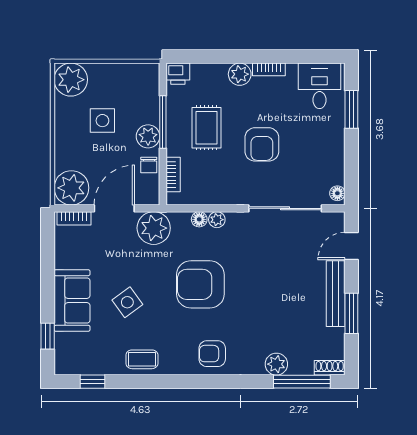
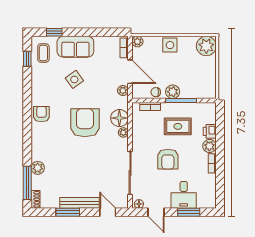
printer: (178, 74) -> (210, 131), moved
desk: (320, 86) -> (184, 195), moved, turned 90
side table: (102, 121) -> (170, 45), moved
armchair: (262, 144) -> (168, 159), turned -90
door: (351, 164) -> (156, 212), added
plant: (71, 188) -> (137, 42), width x0.53, depth x0.53
floor lamp: (199, 219) -> (119, 118), width x1.89, depth x1.89
plant: (154, 228) -> (123, 91), width x0.53, depth x0.53
armchair: (212, 354) -> (41, 114), moved
coffee table: (142, 359) -> (43, 53), moved

